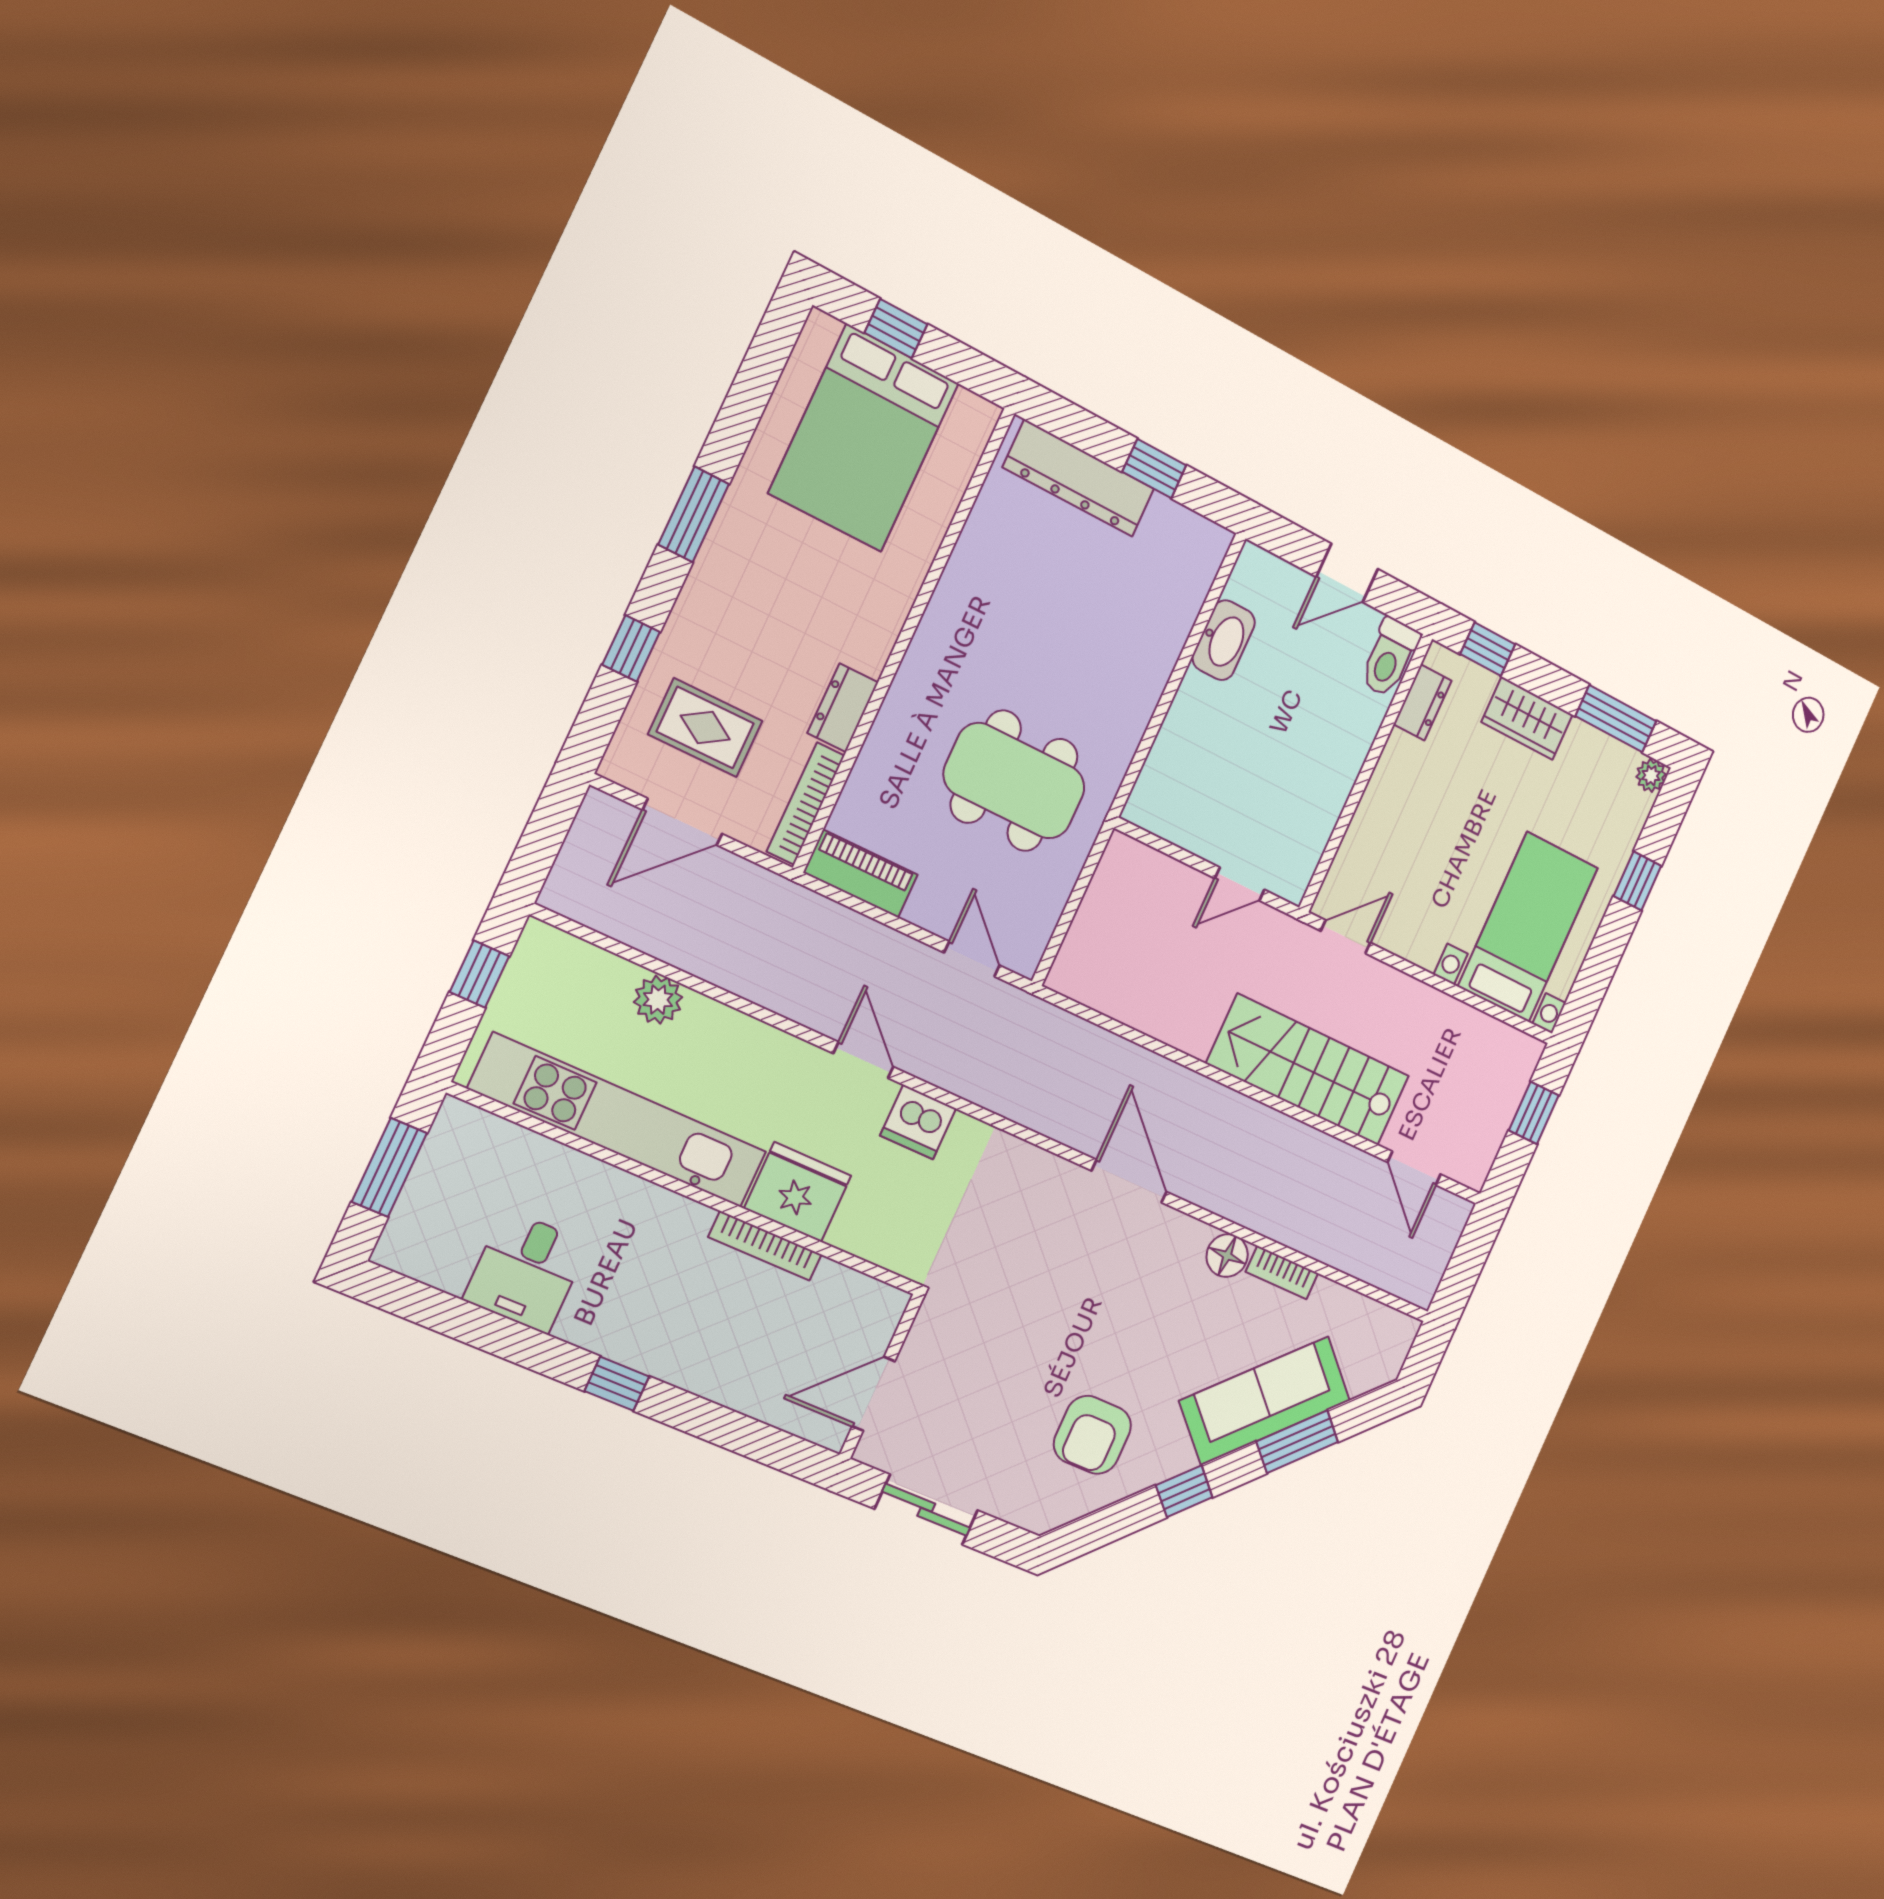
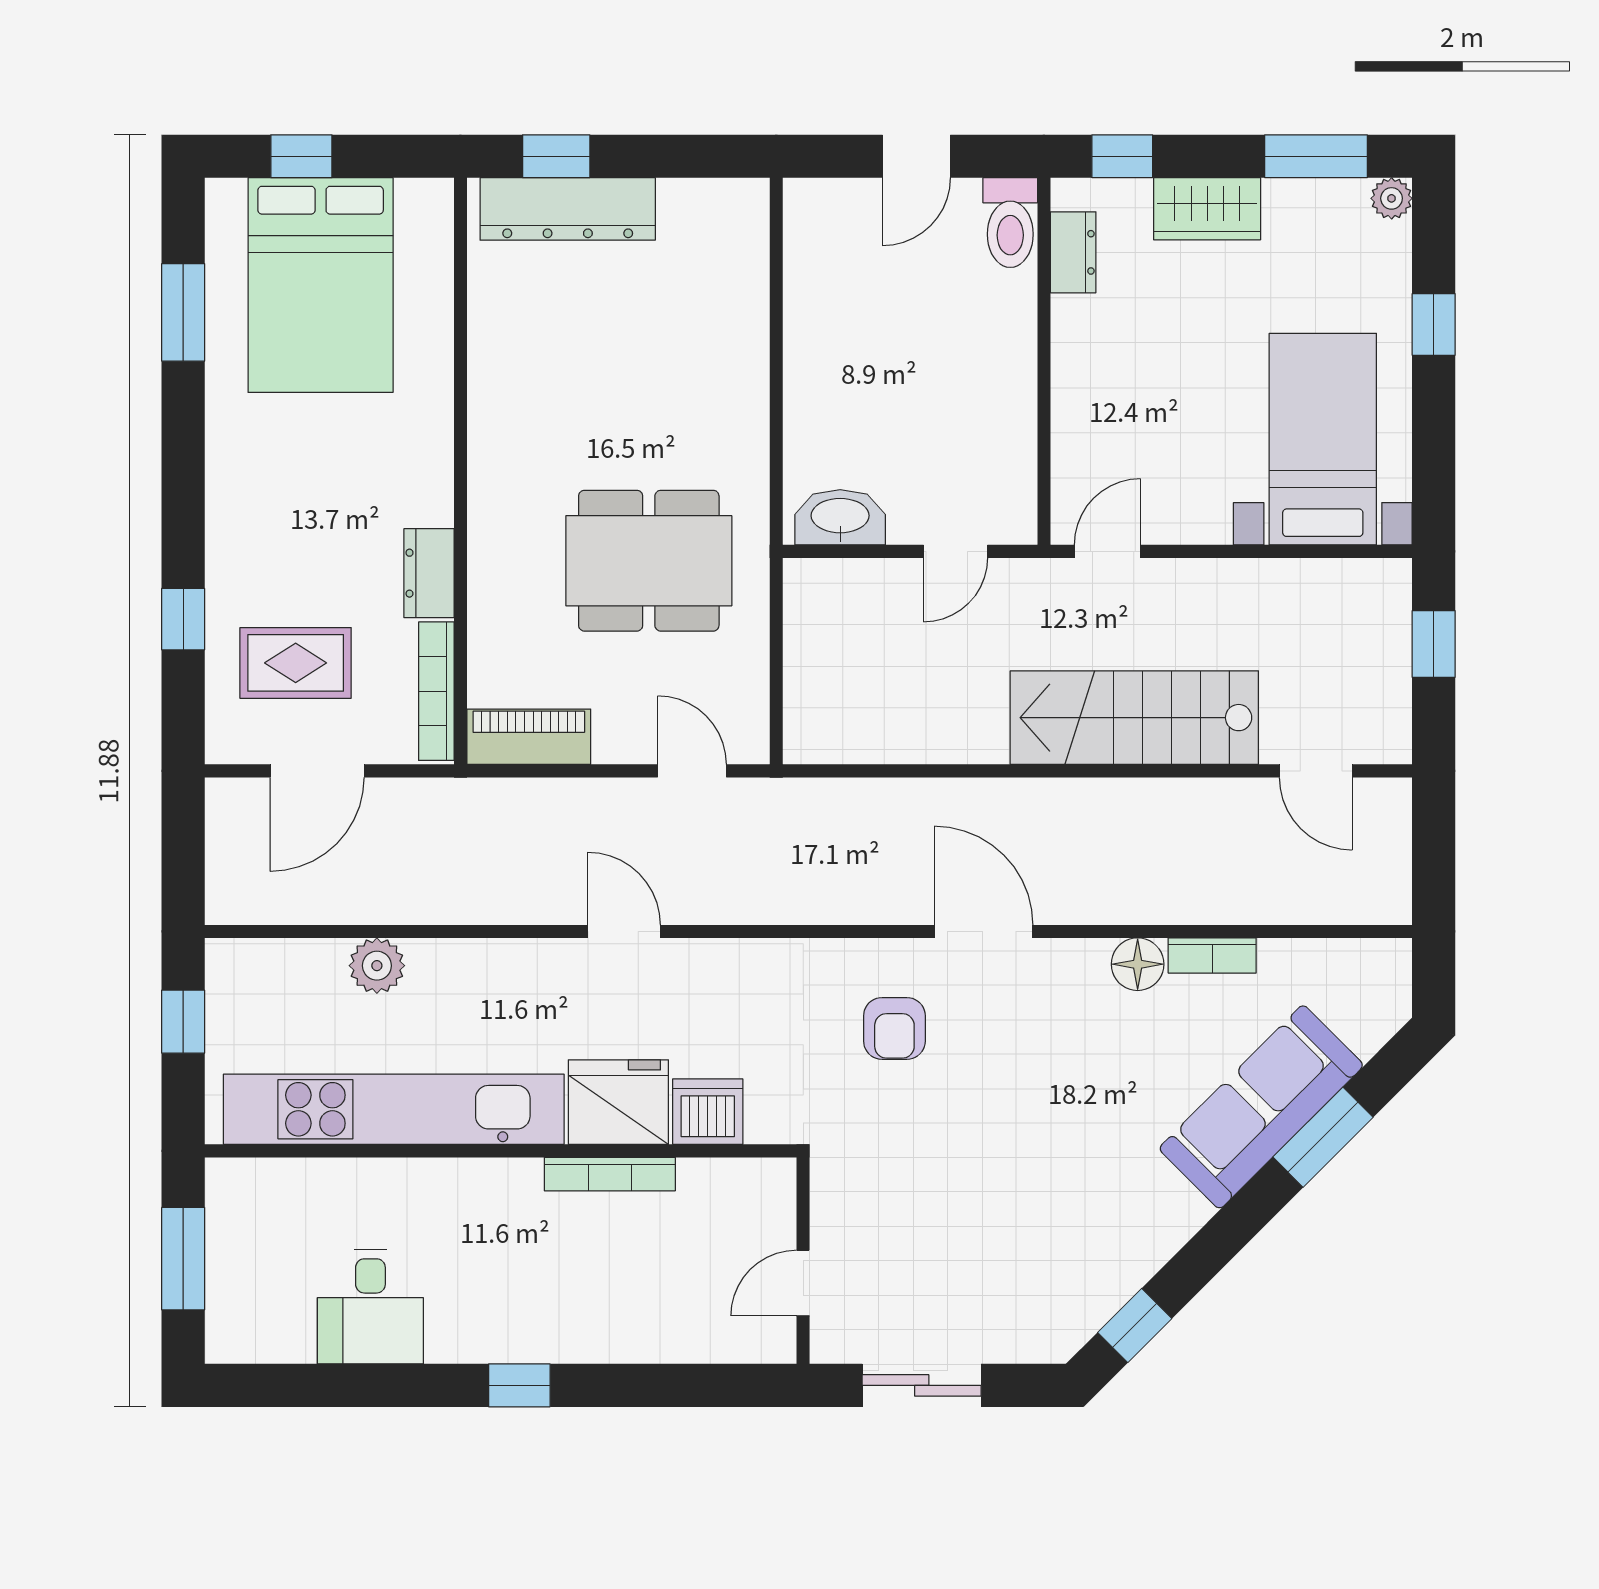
window: (1154, 469) -> (556, 156), moved
window: (694, 514) -> (183, 312), moved
washbasin: (1224, 640) -> (840, 517), moved, turned -90
dishwasher: (918, 1122) -> (708, 1112), moved, turned 180
door: (874, 1394) -> (803, 1283), width x0.73
armchair: (1092, 1435) -> (894, 1028), moved, width x0.72, depth x0.72
window: (1184, 1491) -> (1135, 1325), moved

